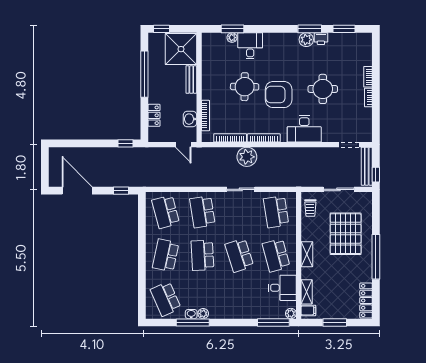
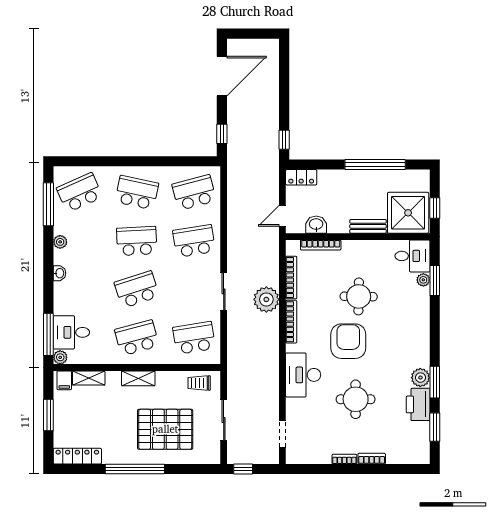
window: (161, 29) -> (435, 208), moved
printer: (321, 39) -> (418, 404), width x1.87, depth x1.48
desk: (250, 46) -> (412, 256), moved
locker: (154, 115) -> (301, 177), moved
bench: (367, 166) -> (254, 457), removed
desk: (282, 288) -> (71, 332), moved, turned 90
washbasin: (191, 314) -> (59, 273), moved
window: (193, 322) -> (48, 204), moved

